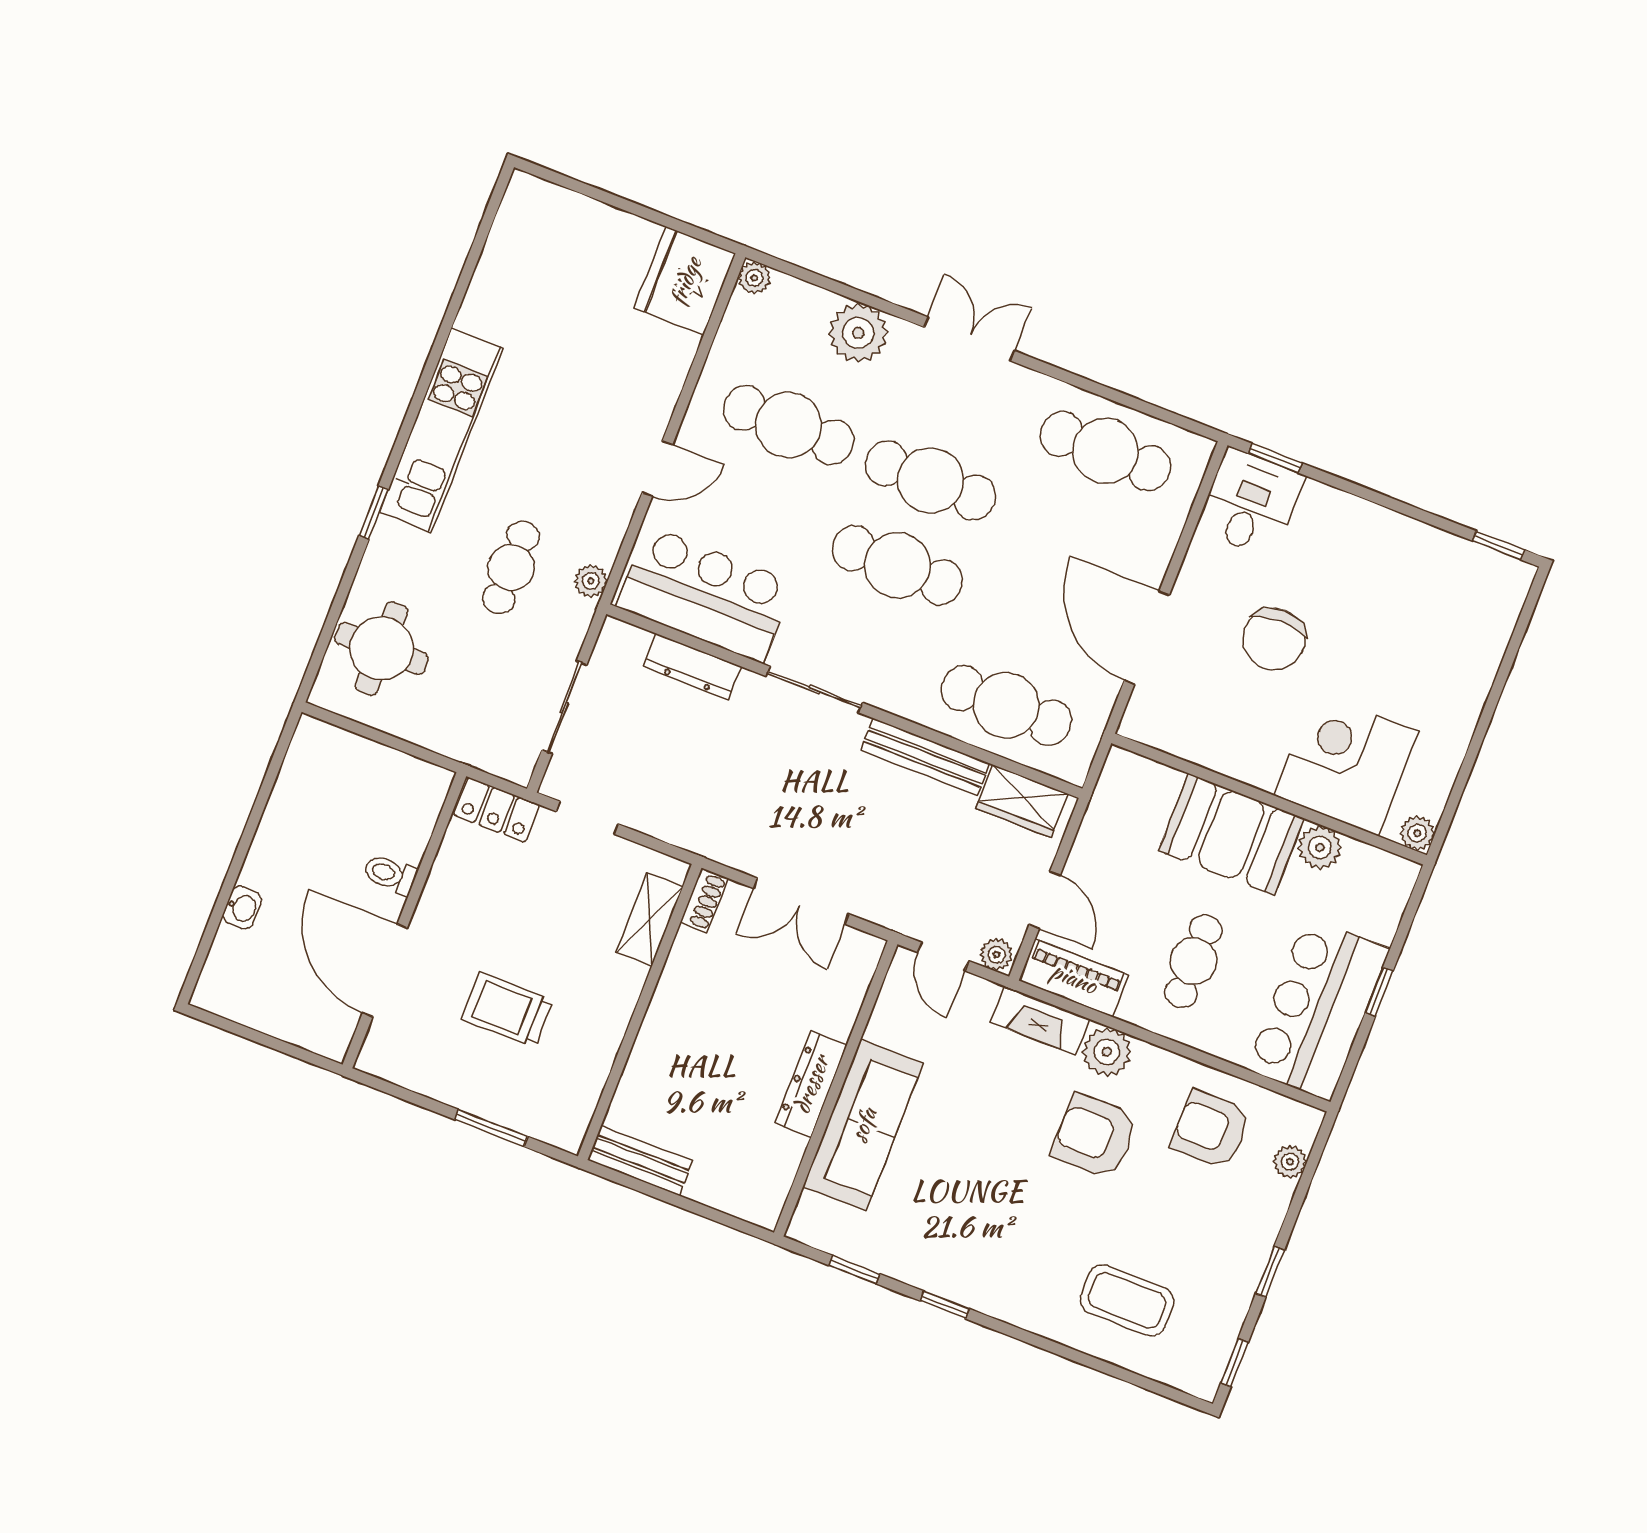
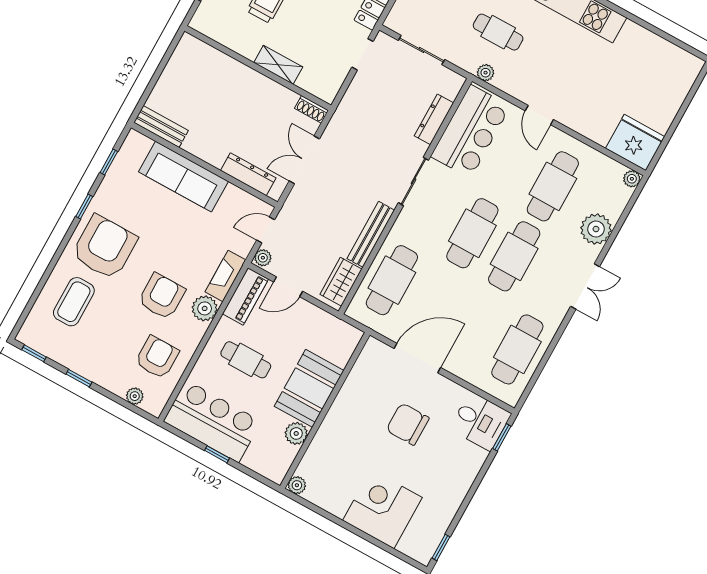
corner desk: (1346, 764) -> (382, 509), moved, turned -90
shelving: (650, 920) -> (278, 65), moved
dresser: (811, 1084) -> (248, 174), moved
bench: (640, 1160) -> (161, 127), moved, turned 90
armchair: (1016, 1256) -> (104, 247), added

